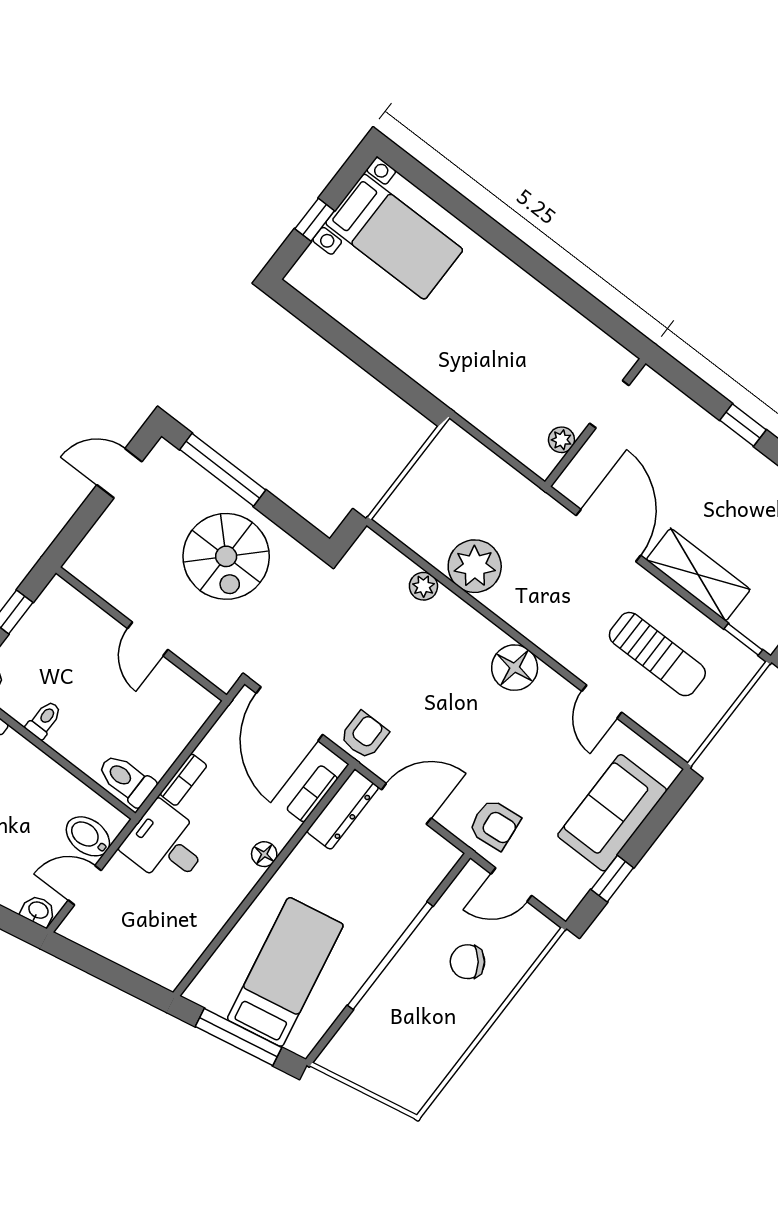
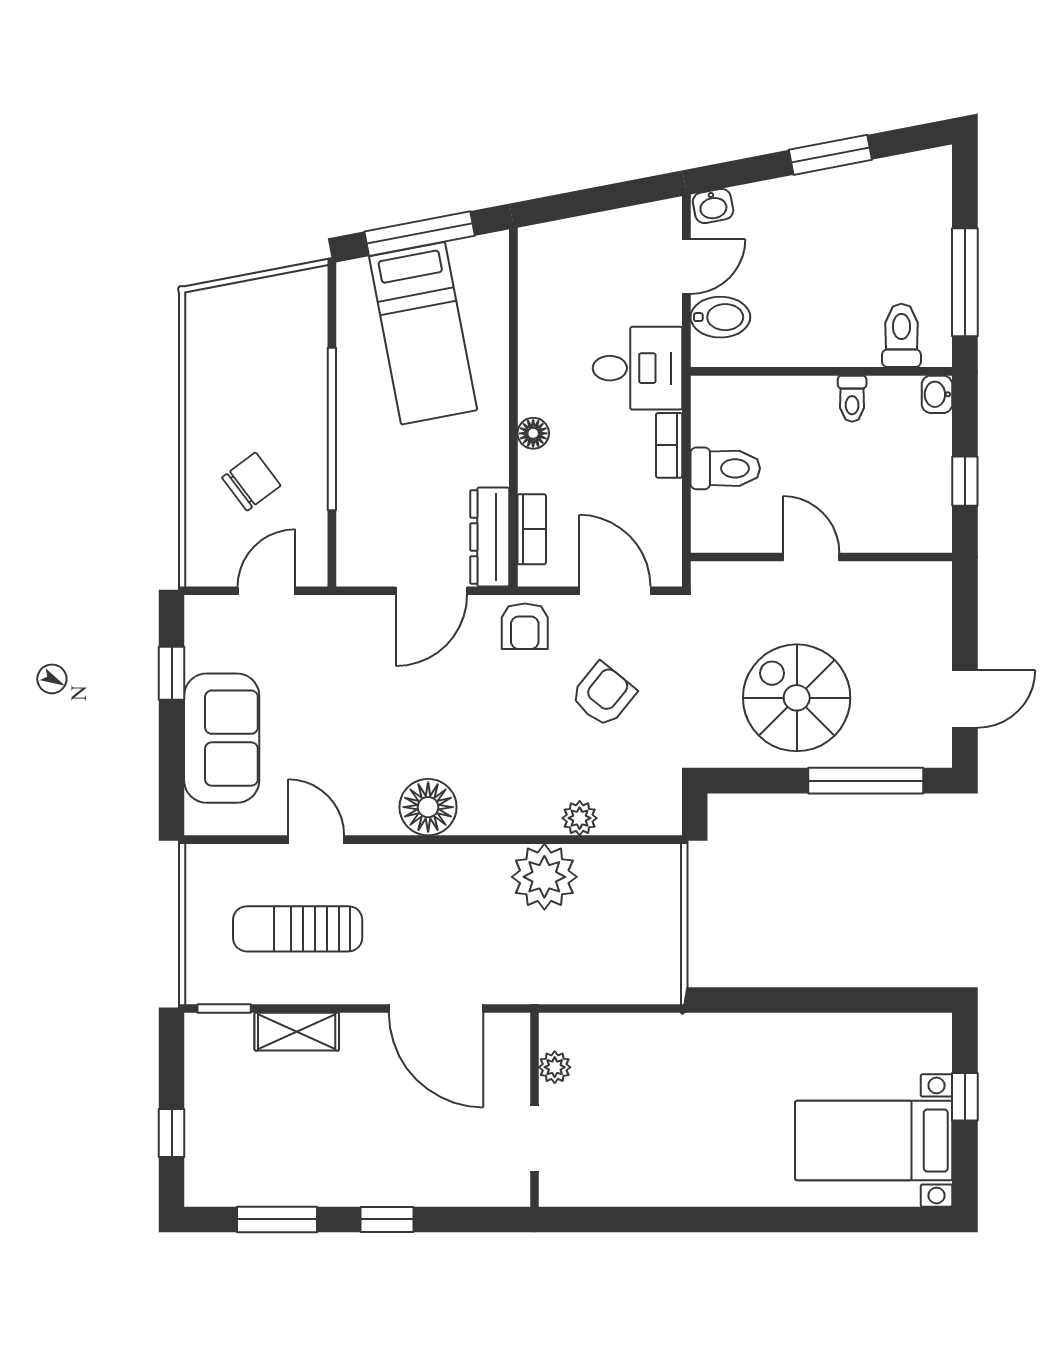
shelving: (698, 575) -> (297, 1032), width x0.67, depth x0.75
door: (290, 714) -> (615, 591), width x0.73
toilet: (127, 780) -> (725, 468), moved
armchair: (494, 825) -> (603, 695), moved, turned 135

